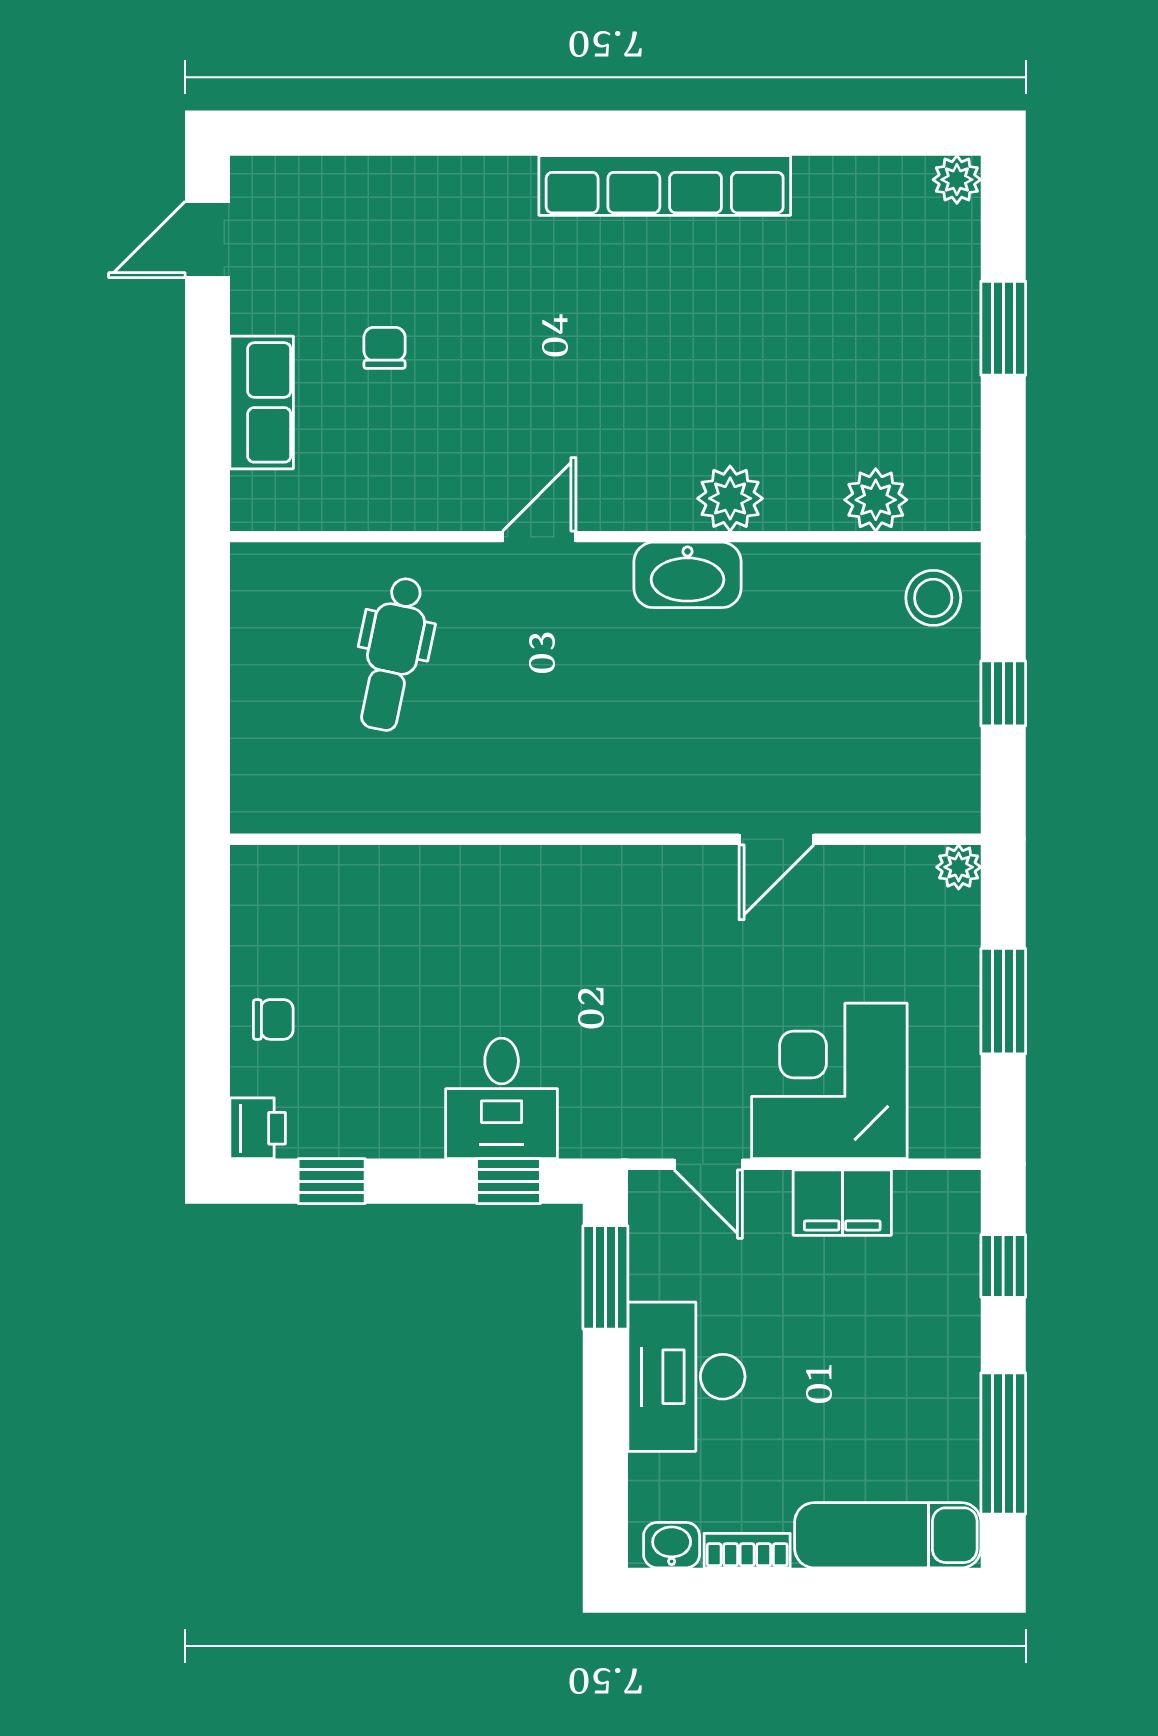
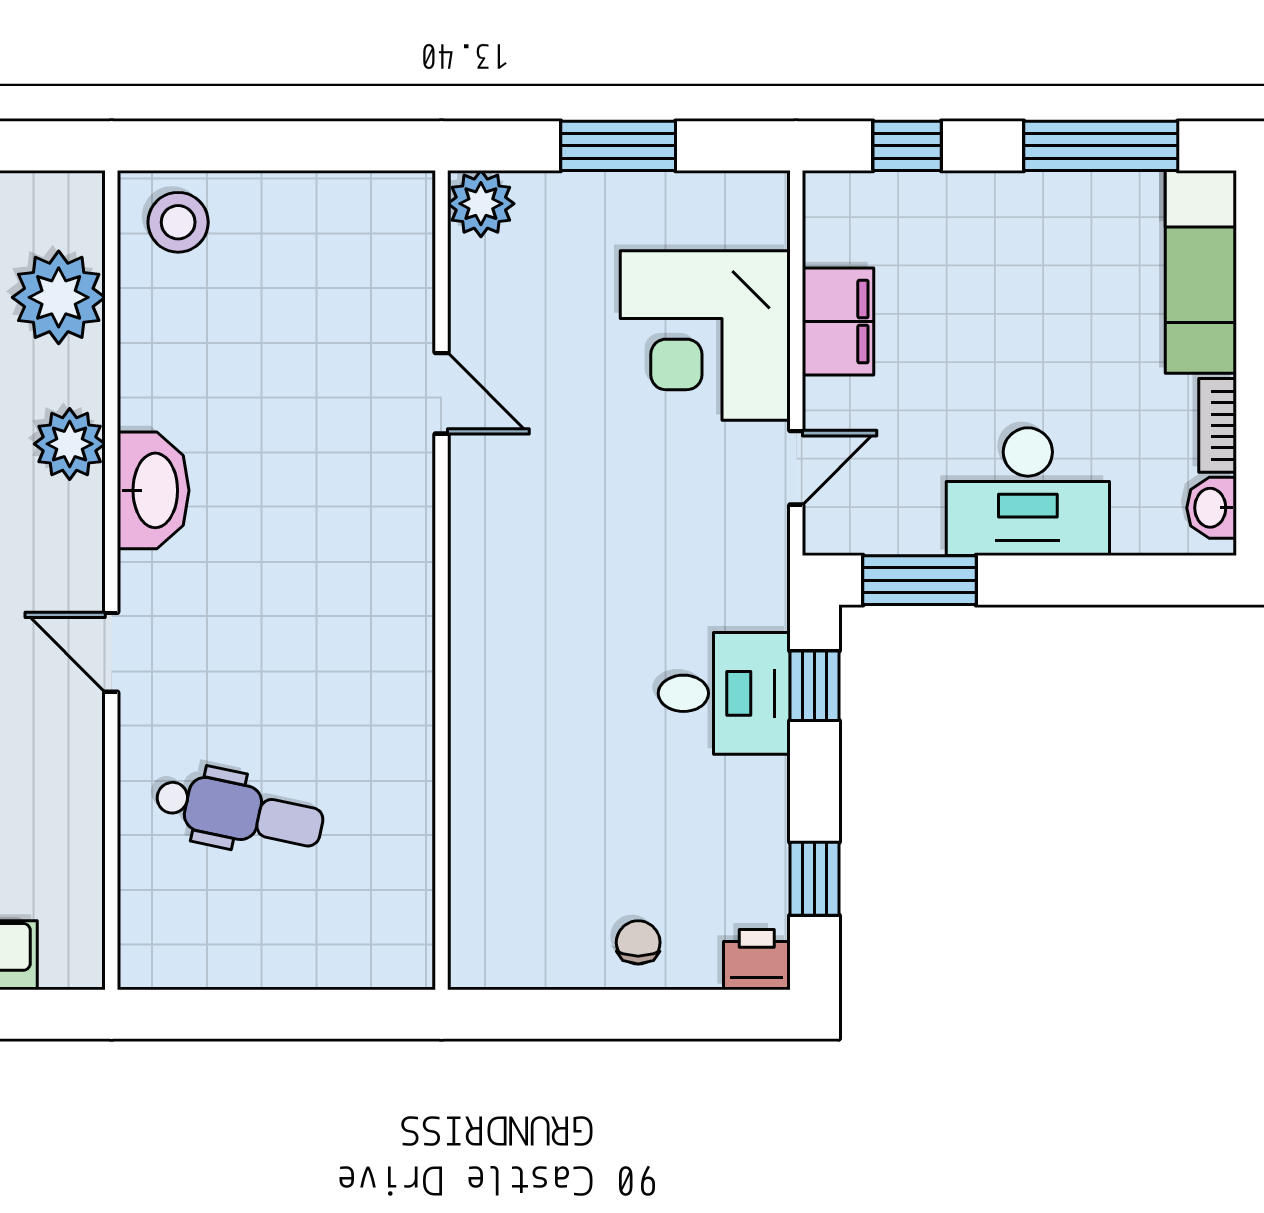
plant: (876, 500) -> (59, 297), width x1.36, depth x1.36
window: (1003, 693) -> (282, 146), removed
plant: (959, 867) -> (481, 204), width x1.38, depth x1.38

